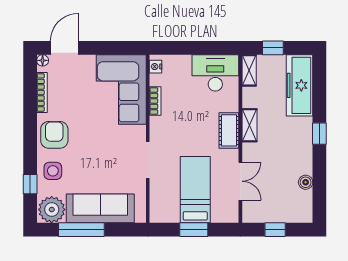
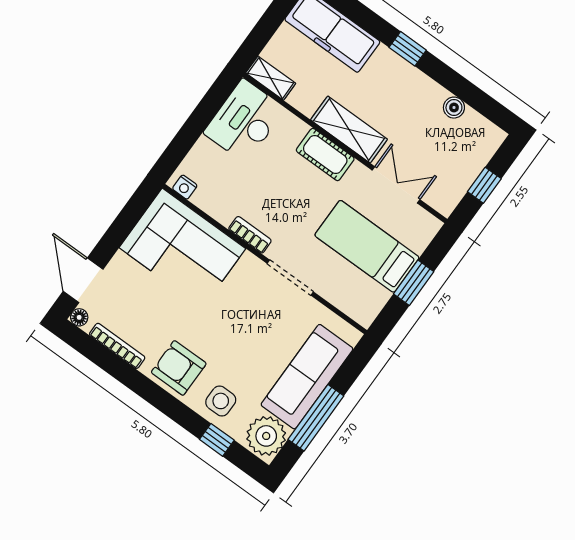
window: (273, 48) -> (264, 30), removed
bookcase: (155, 101) -> (250, 235), moved
shelving: (250, 125) -> (349, 130), width x1.50, depth x1.33

